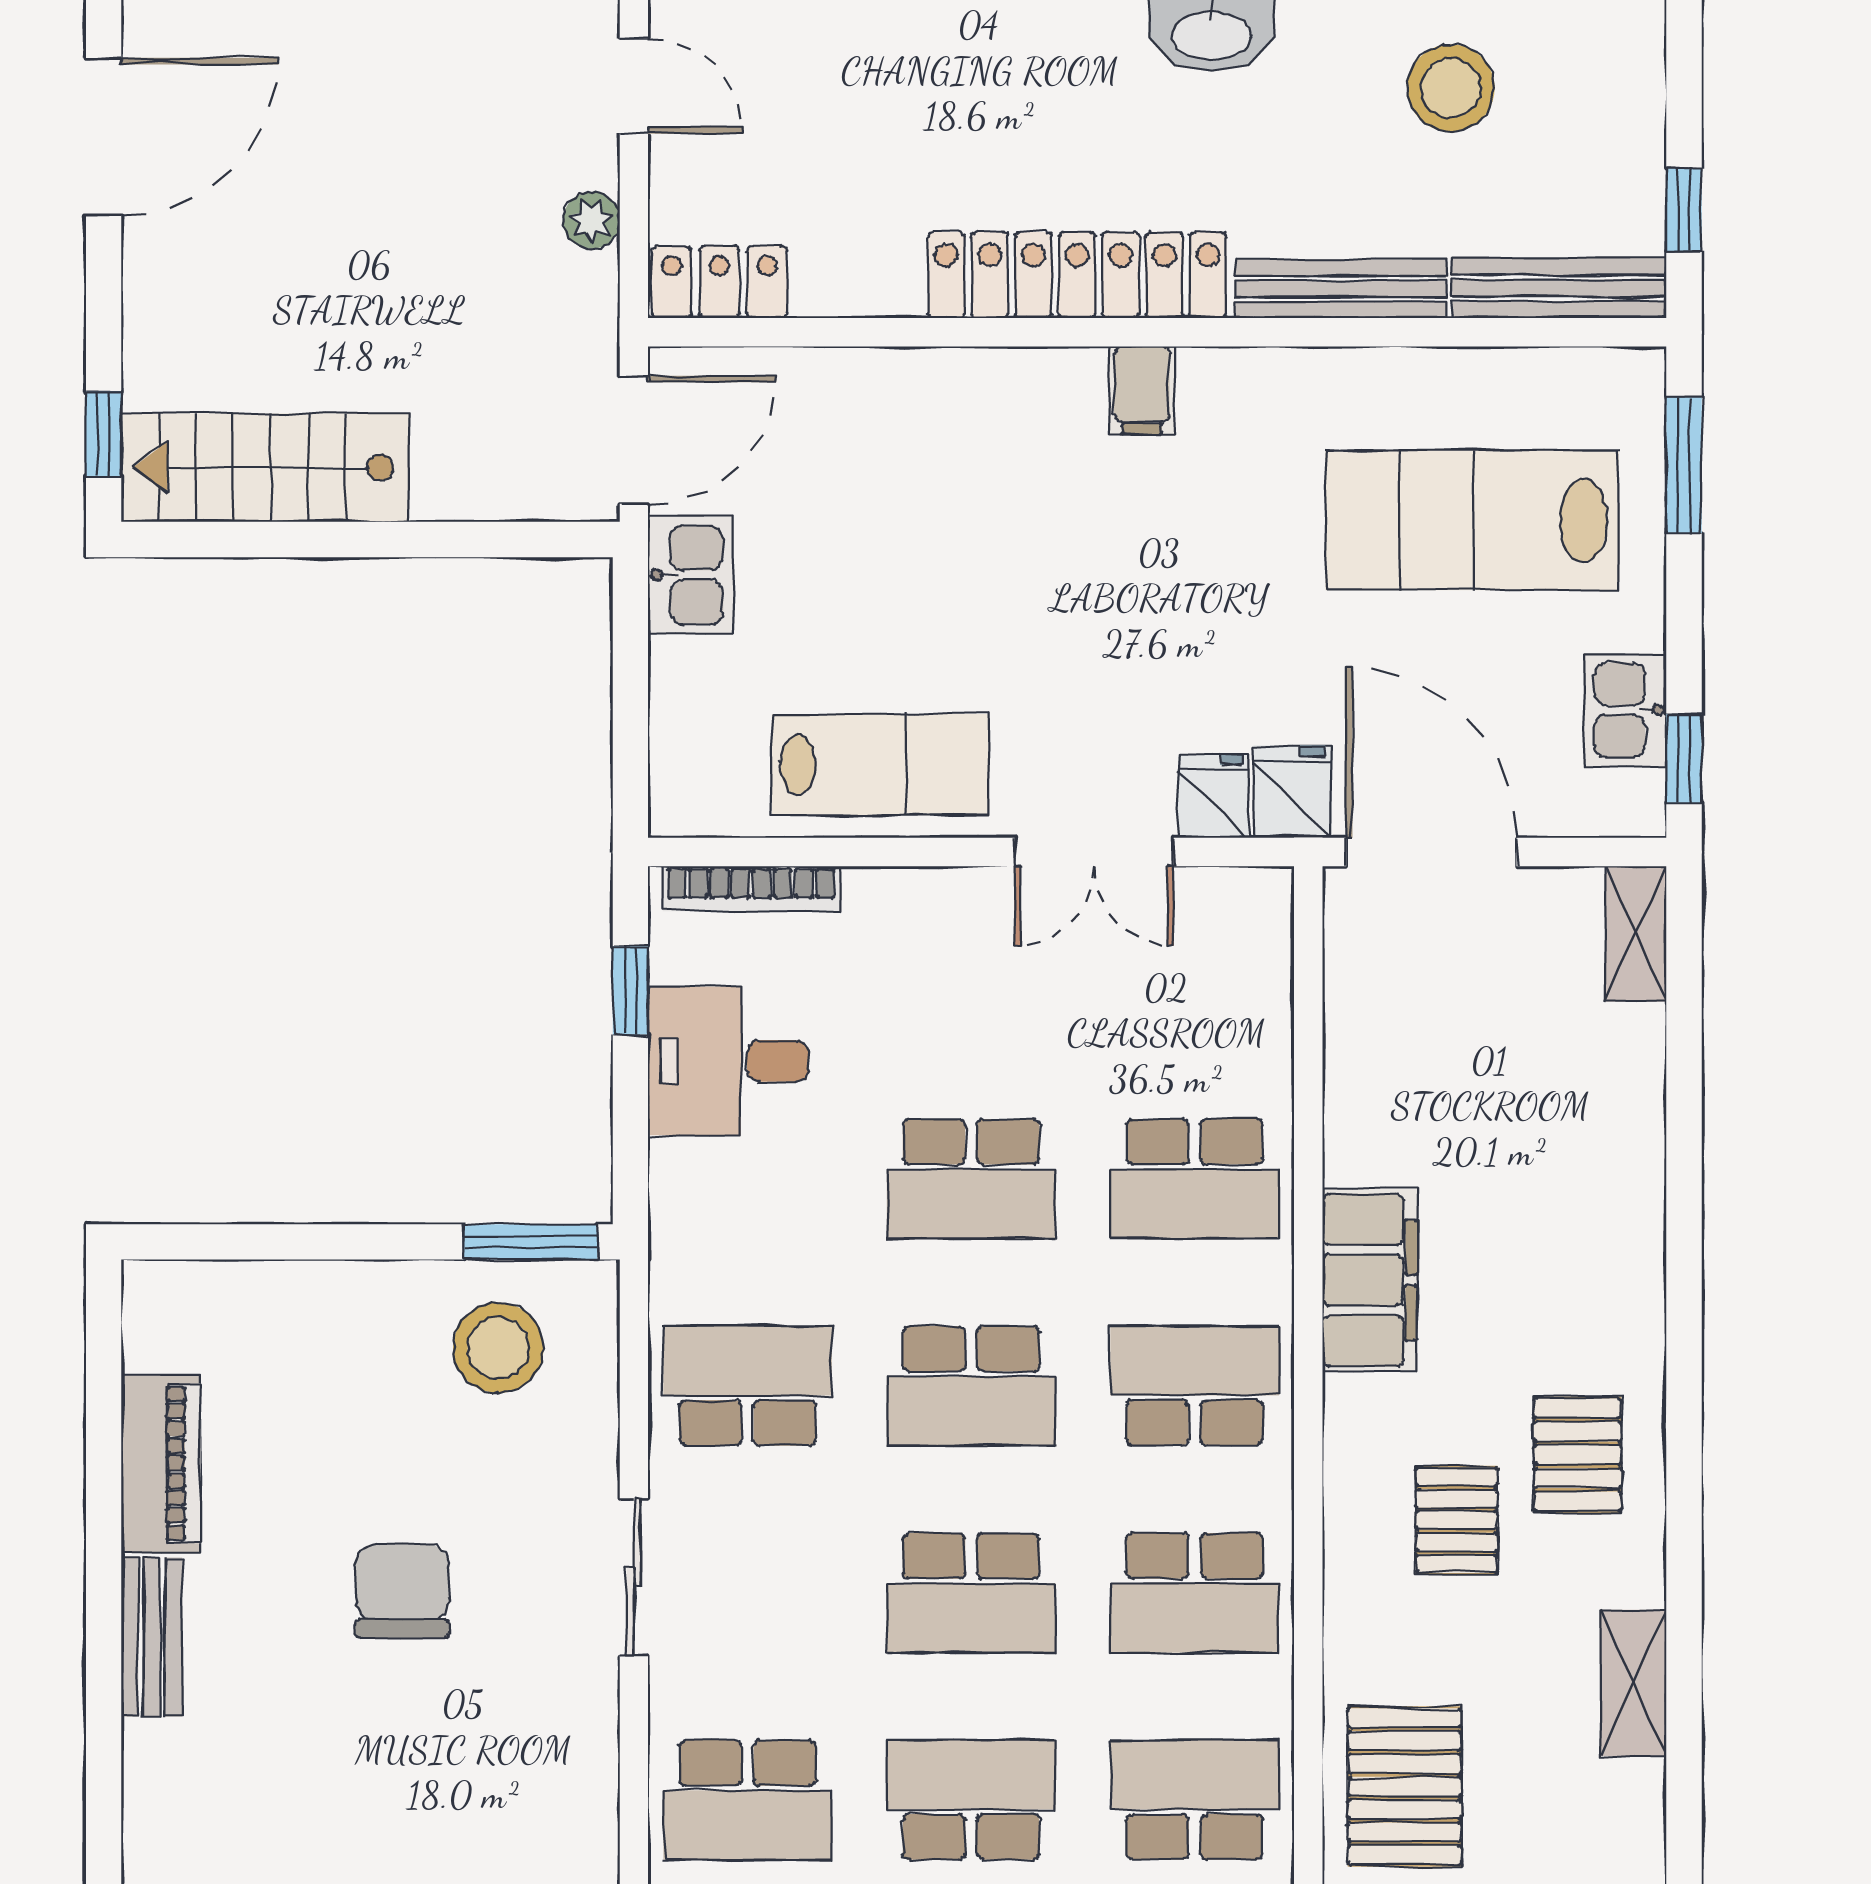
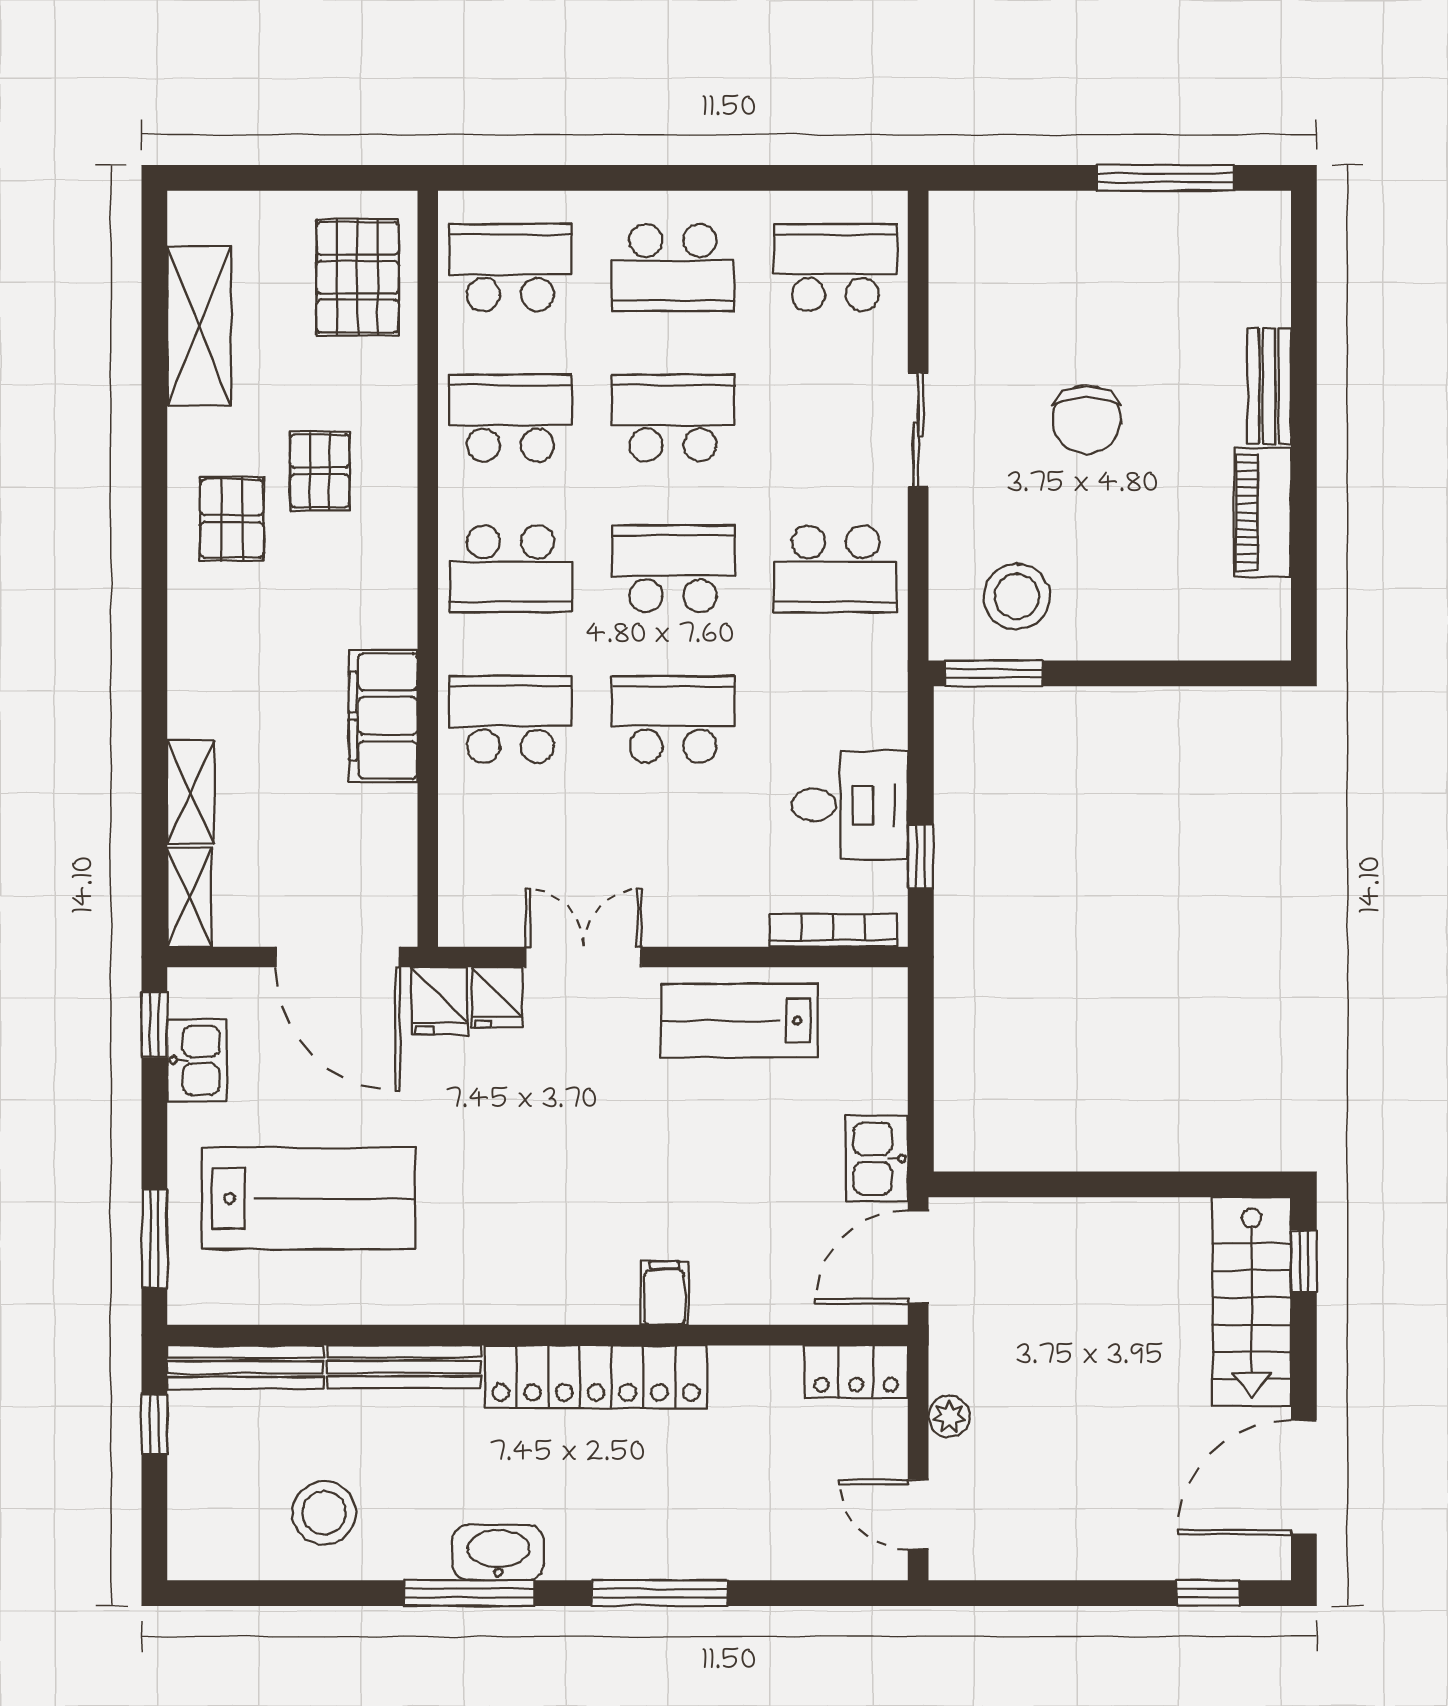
filing cabinet: (1142, 390) -> (665, 1293), moved
stairs: (265, 468) -> (1252, 1302), moved, turned 90
shelving: (1634, 1079) -> (191, 792), added
filing cabinet: (1370, 1280) -> (383, 716), moved
shelving: (1634, 1683) -> (199, 326), width x1.50, depth x1.33
school desk: (1195, 1800) -> (510, 268), turned 180

